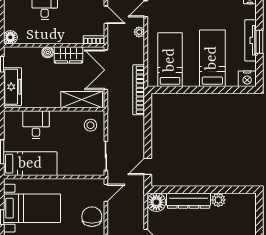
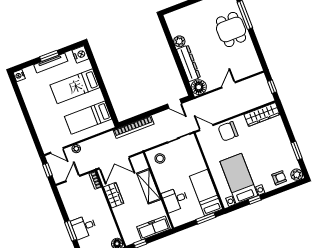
boiler: (48, 52) -> (118, 211), removed
bookcase: (139, 90) -> (134, 127), moved
shelving: (82, 100) -> (149, 186), moved

